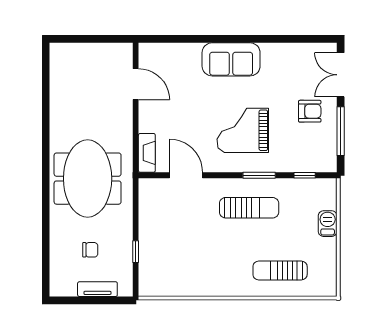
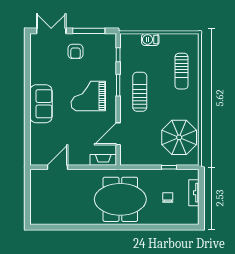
double door: (341, 75) -> (51, 31), swing flipped
armchair: (310, 111) -> (75, 51), turned 180
grand piano: (243, 130) -> (88, 96), turned 90
parasol: (181, 267) -> (179, 137), added

